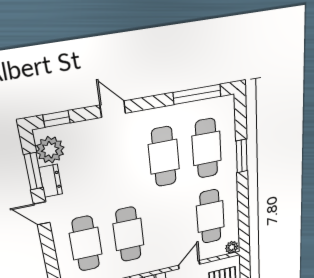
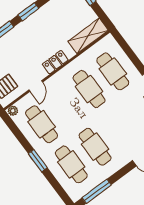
window: (242, 156) -> (38, 161), moved

